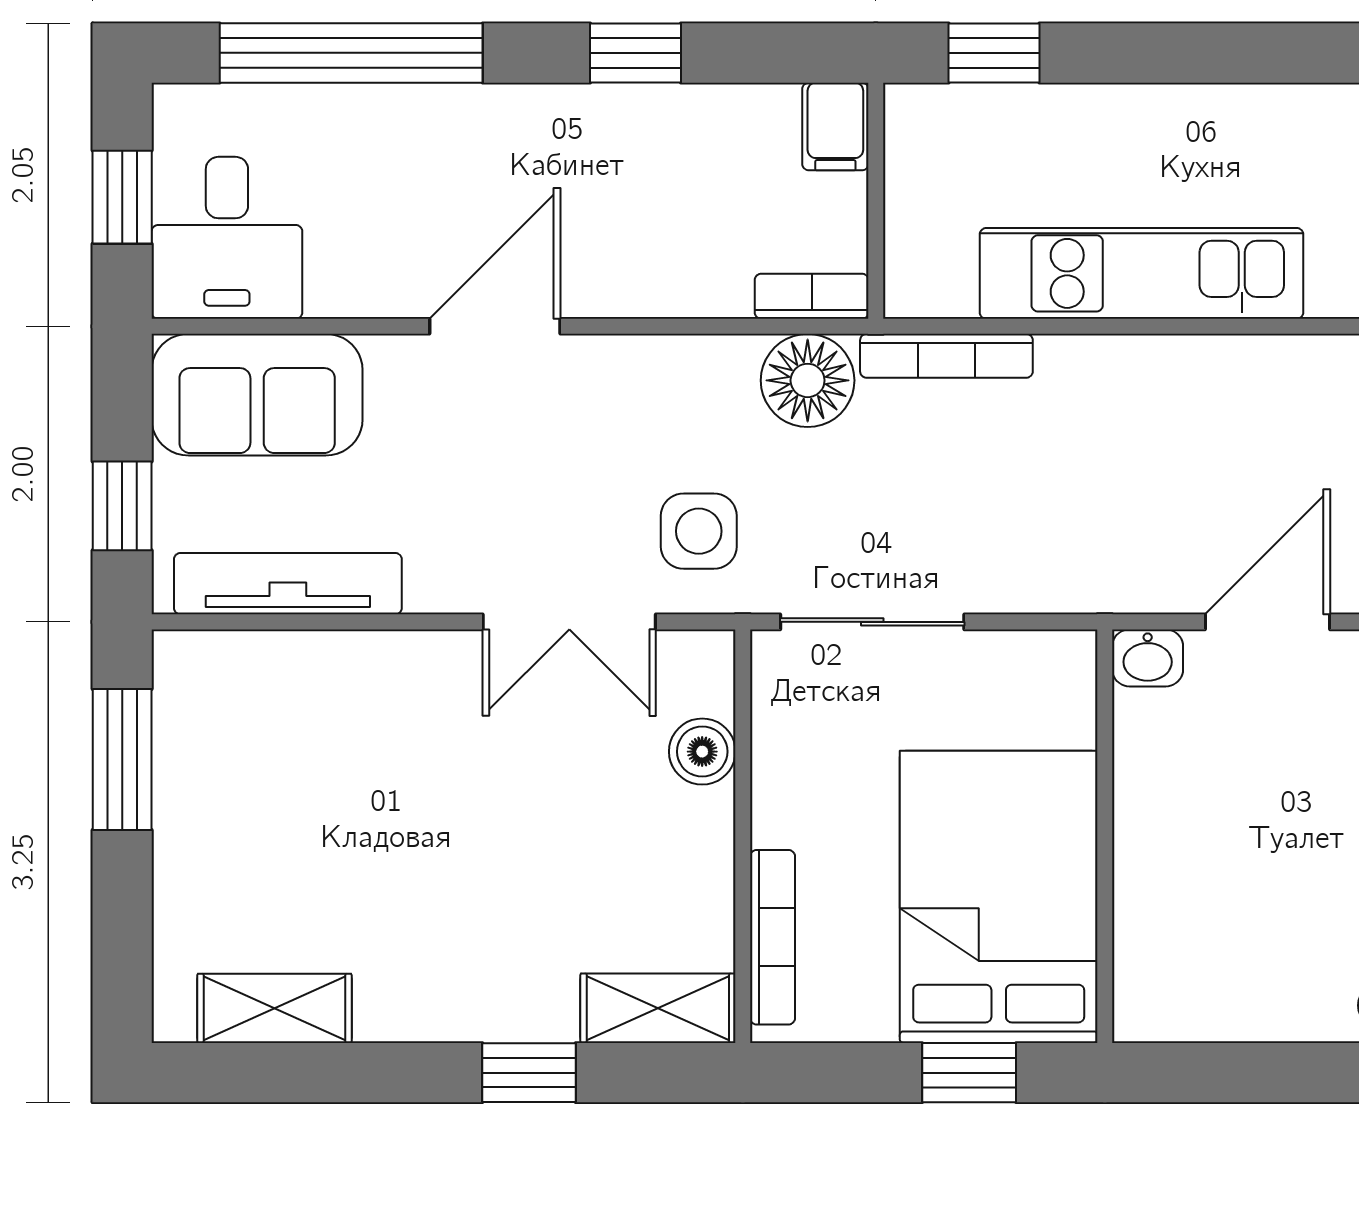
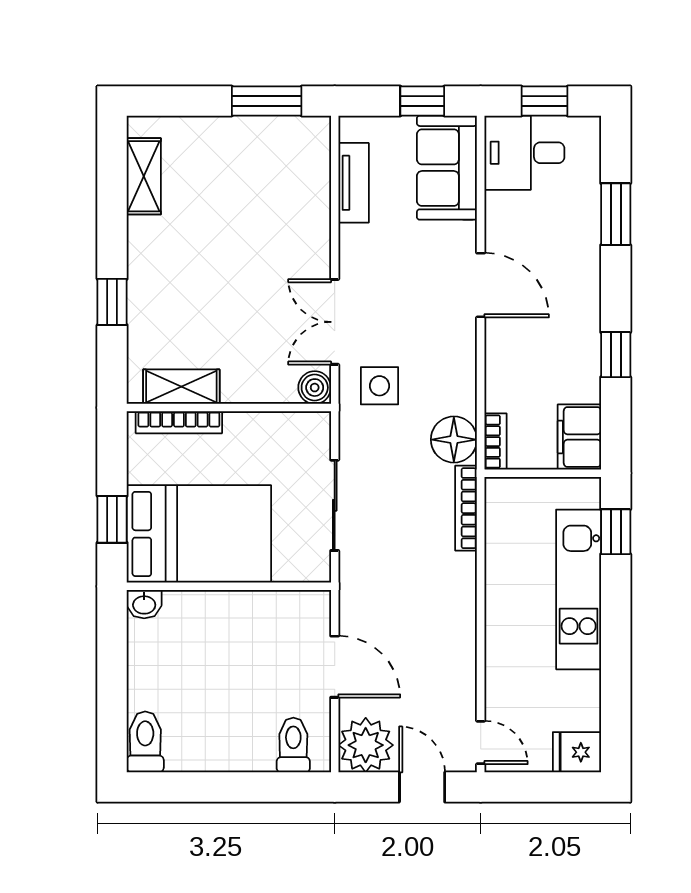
window: (351, 53) -> (616, 214), width x0.47
filing cabinet: (835, 127) -> (579, 437), width x2.00
kitchen unit: (1142, 273) -> (579, 589), moved, turned 180
window: (122, 506) -> (422, 101), moved
tv unit: (288, 584) -> (354, 183), width x0.71
sliding door: (872, 622) -> (335, 505), moved
washbasin: (1148, 658) -> (144, 604), moved, turned -90
boiler: (702, 752) -> (315, 388), moved
shelving: (658, 1008) -> (181, 387), moved, turned 90

